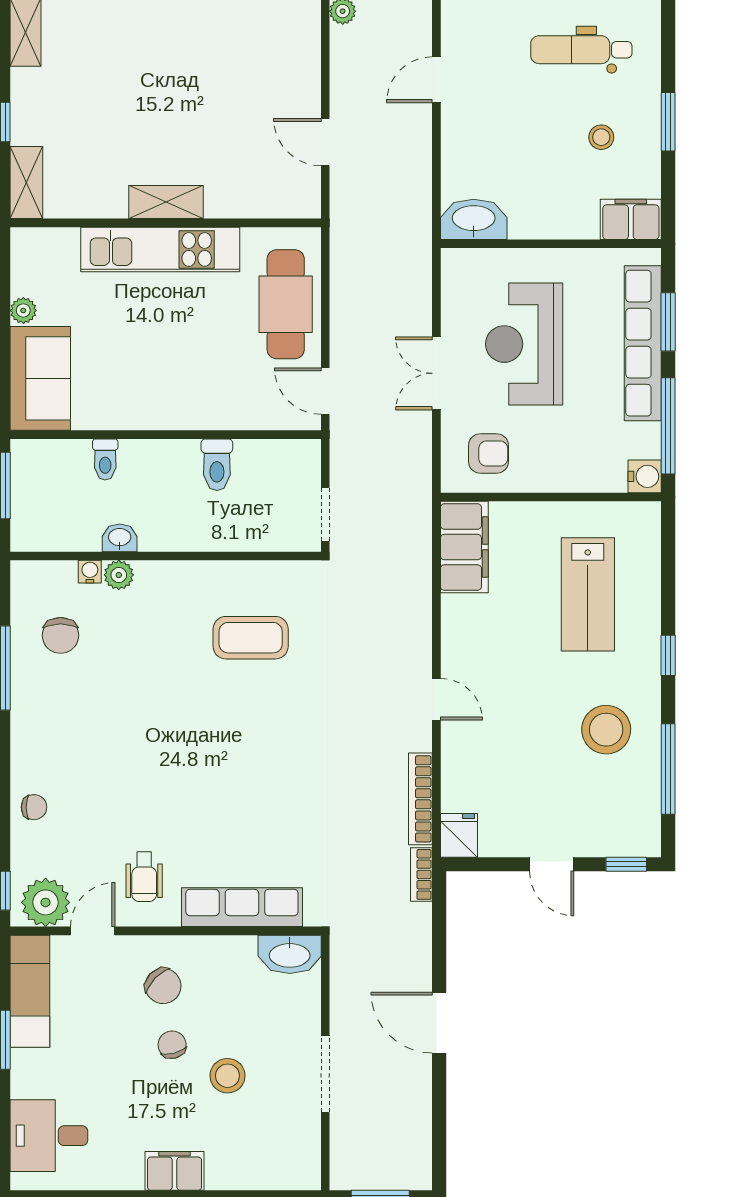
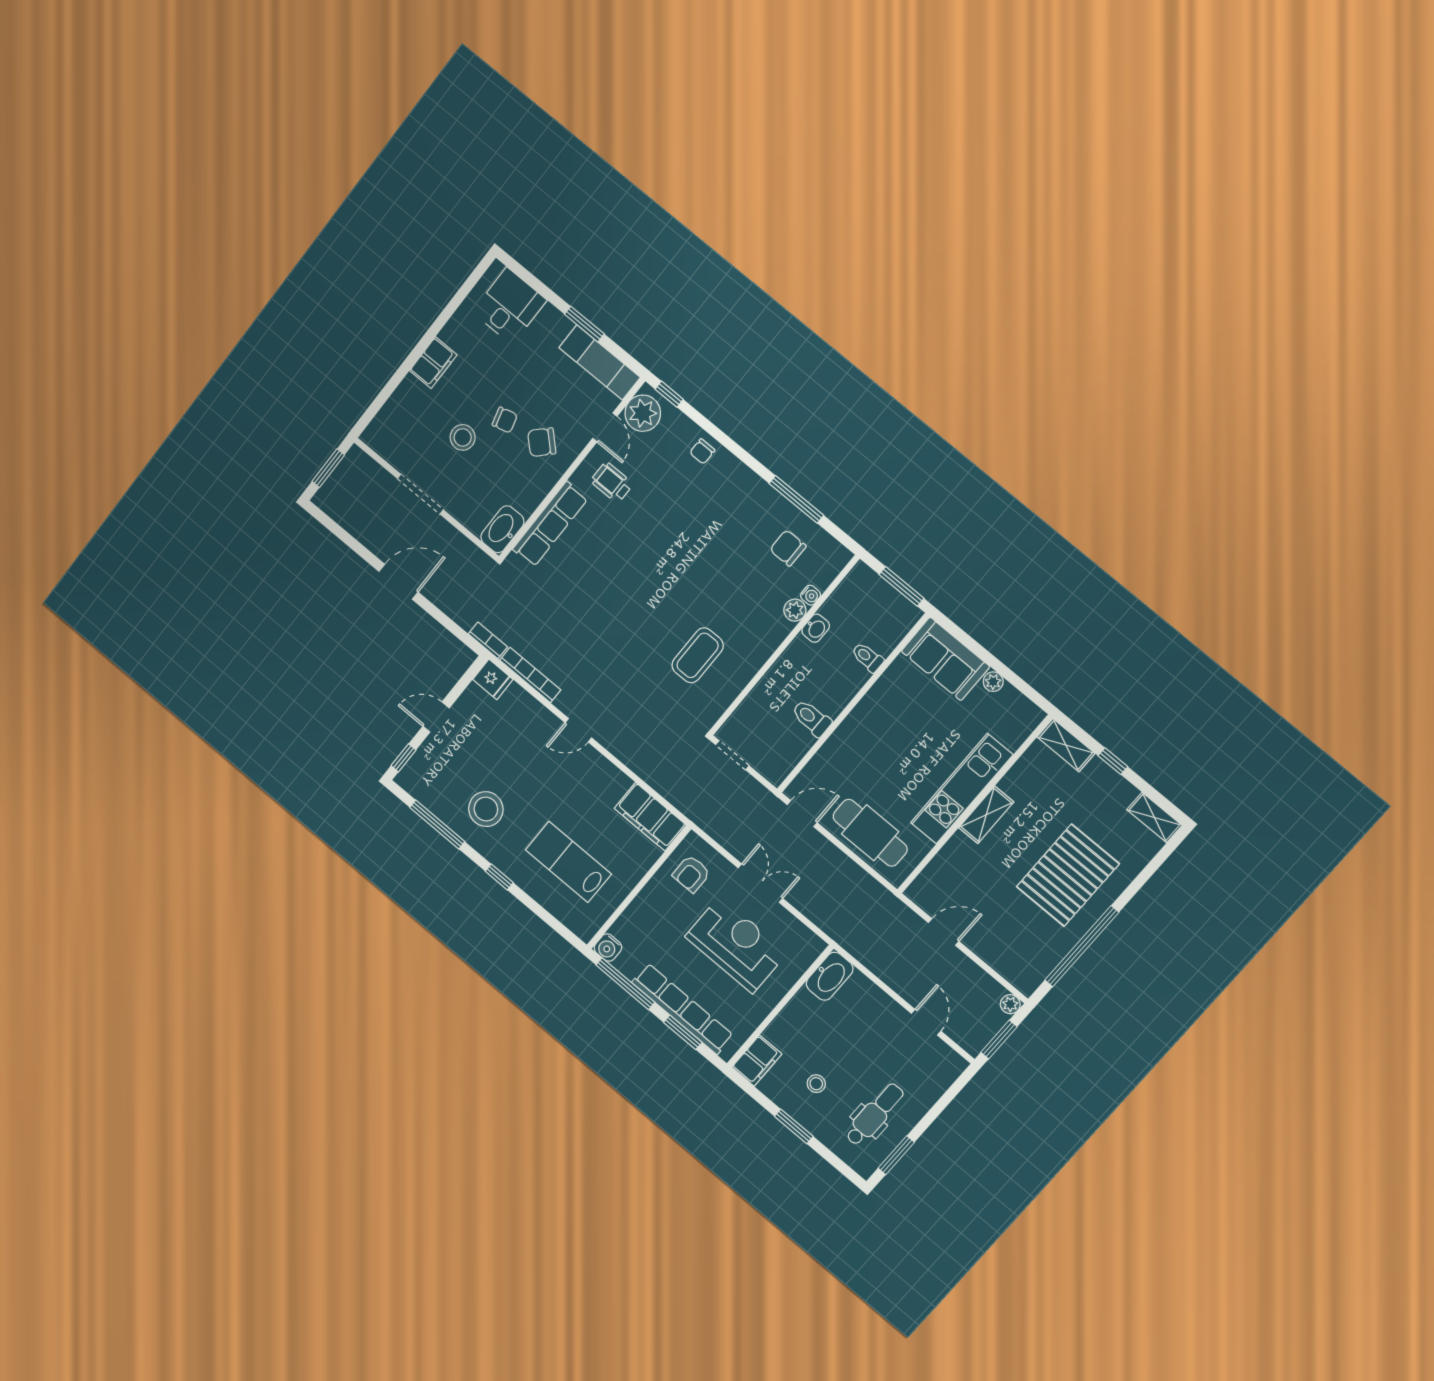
pallet: (158, 67) -> (1068, 875), added

